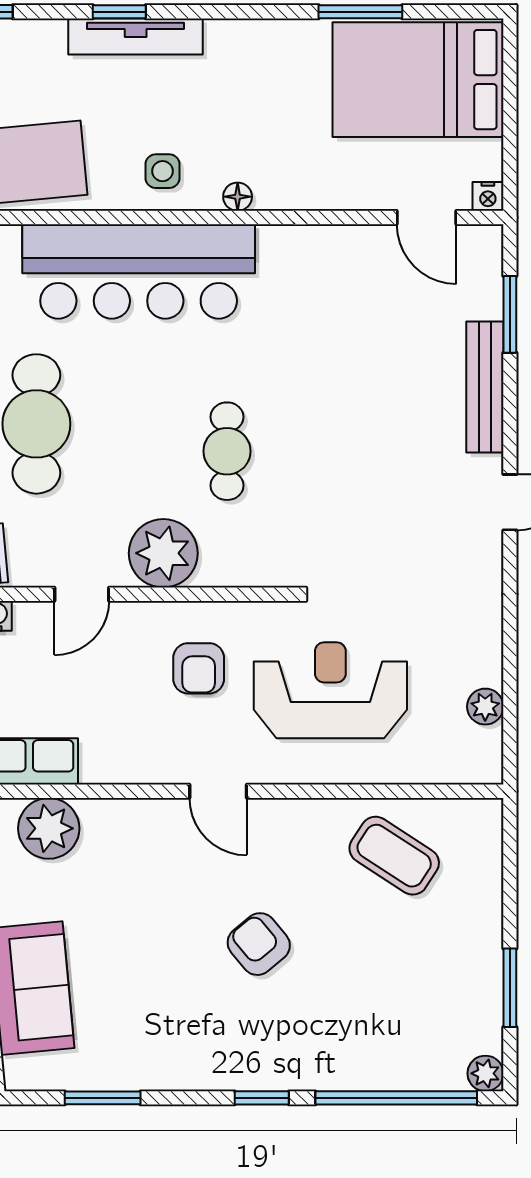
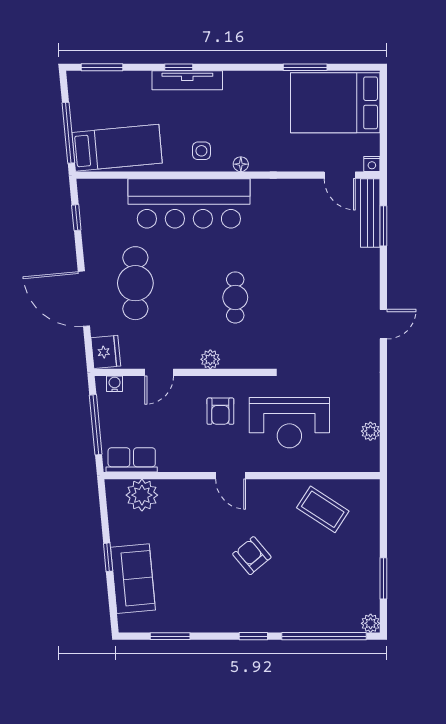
bench: (485, 387) -> (370, 213), moved
plant: (163, 553) -> (210, 359), width x0.53, depth x0.53
reception desk: (330, 690) -> (289, 423), turned 180

